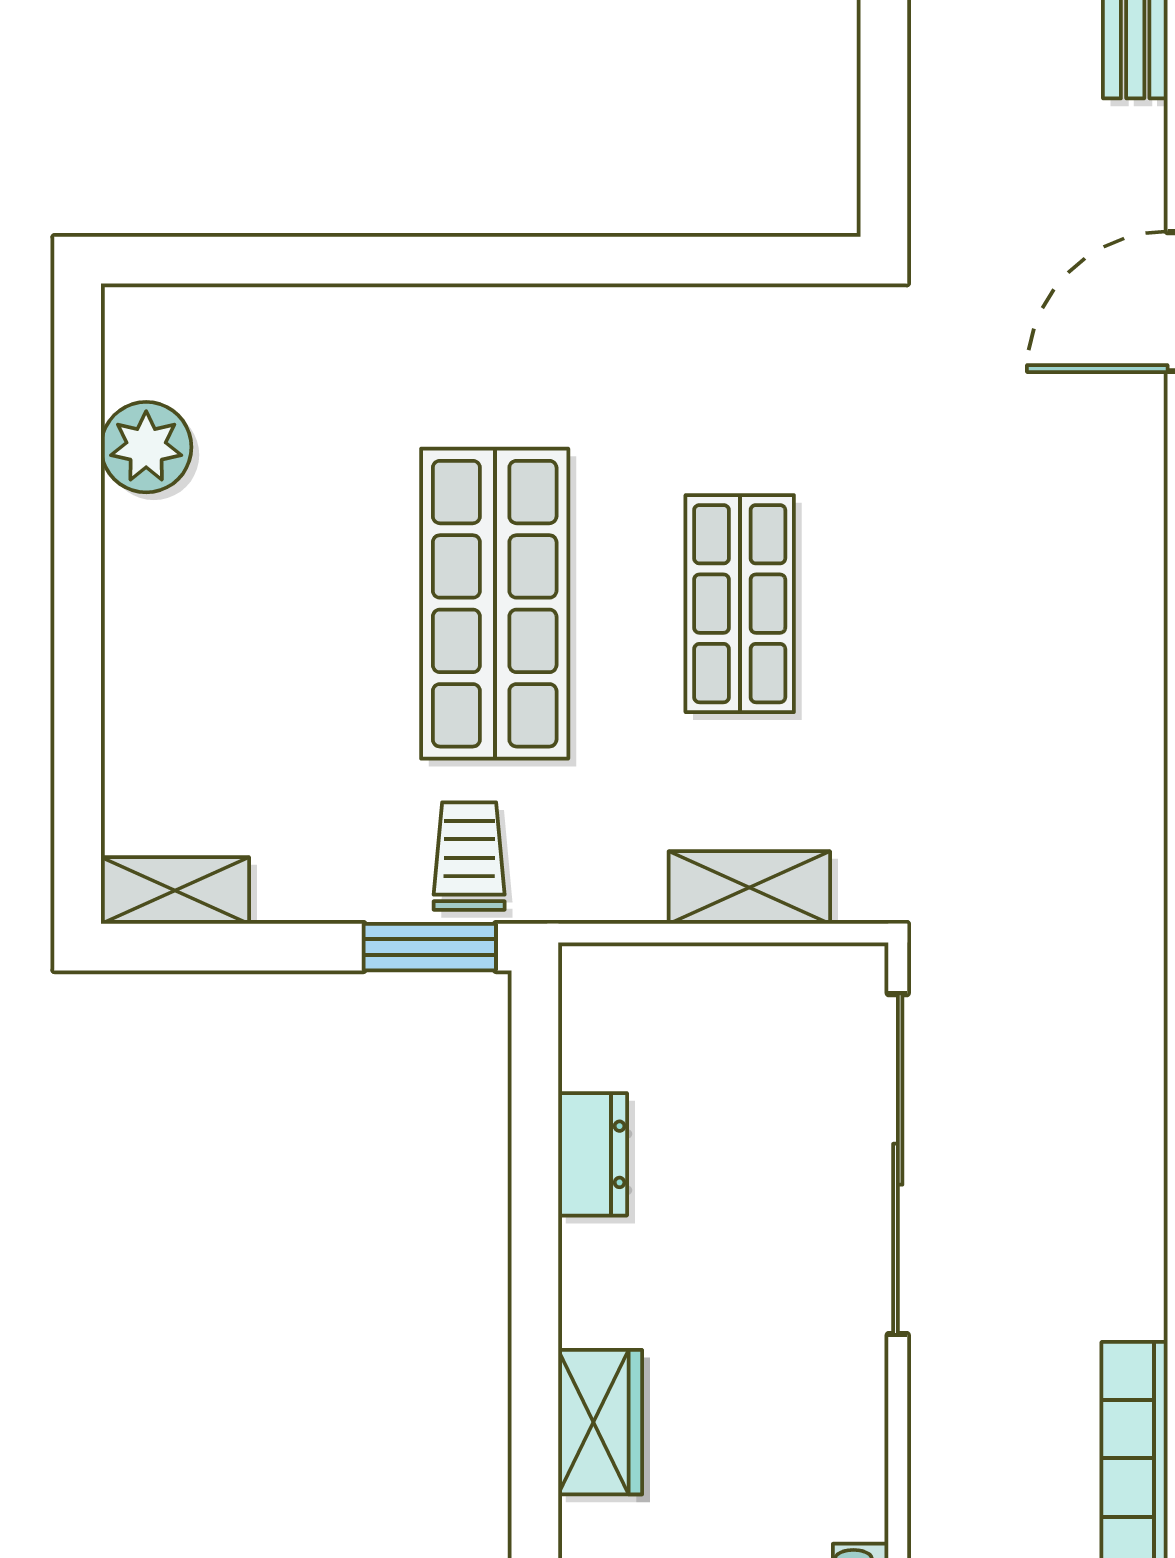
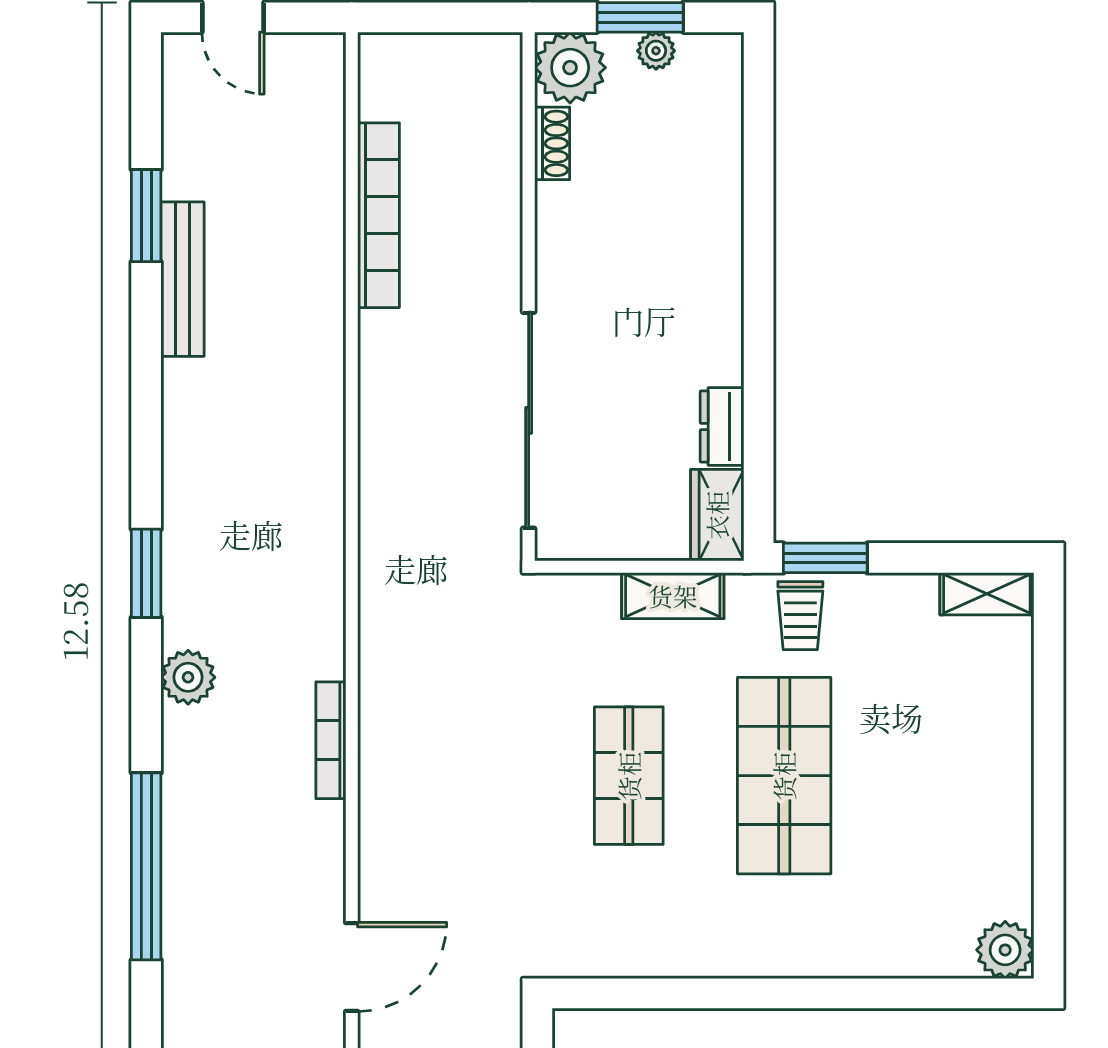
plant: (146, 447) -> (1005, 950), moved
shelving: (749, 887) -> (673, 596), moved
wardrobe: (600, 1422) -> (717, 515), moved

